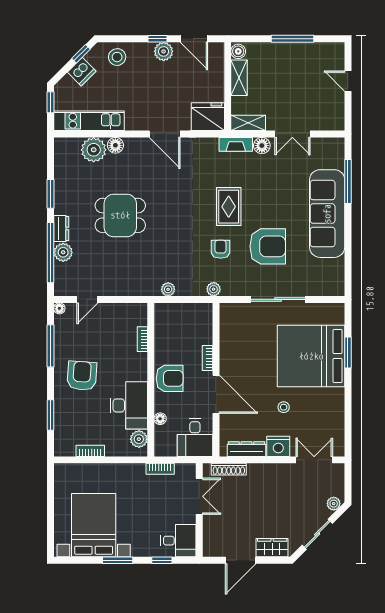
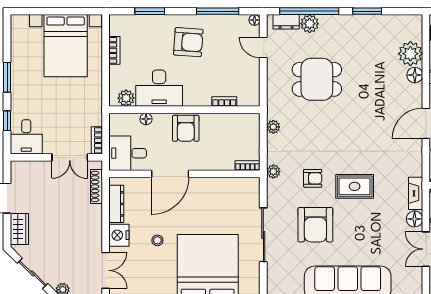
dining table: (120, 215) -> (317, 79), moved, turned 90
dresser: (61, 228) -> (286, 22), moved
bookcase: (208, 358) -> (248, 166), moved
bookcase: (160, 469) -> (97, 140), moved
bed with nightstands: (94, 525) -> (66, 46), moved, turned 90

